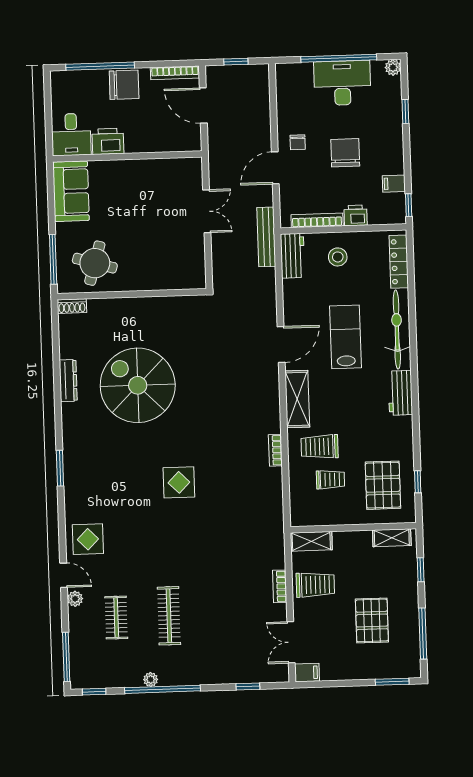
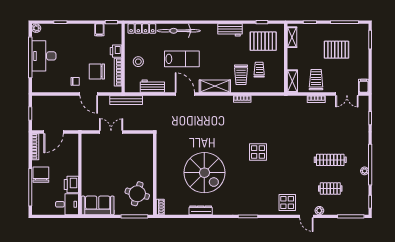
chair: (345, 153) -> (97, 72), moved
workbench: (293, 256) -> (152, 86), moved
lab bench: (345, 337) -> (182, 59), turned 180
spiral stairs: (138, 385) -> (204, 173), turned -90
workbench: (400, 393) -> (230, 30), moved
door: (64, 575) -> (306, 216), swing flipped

